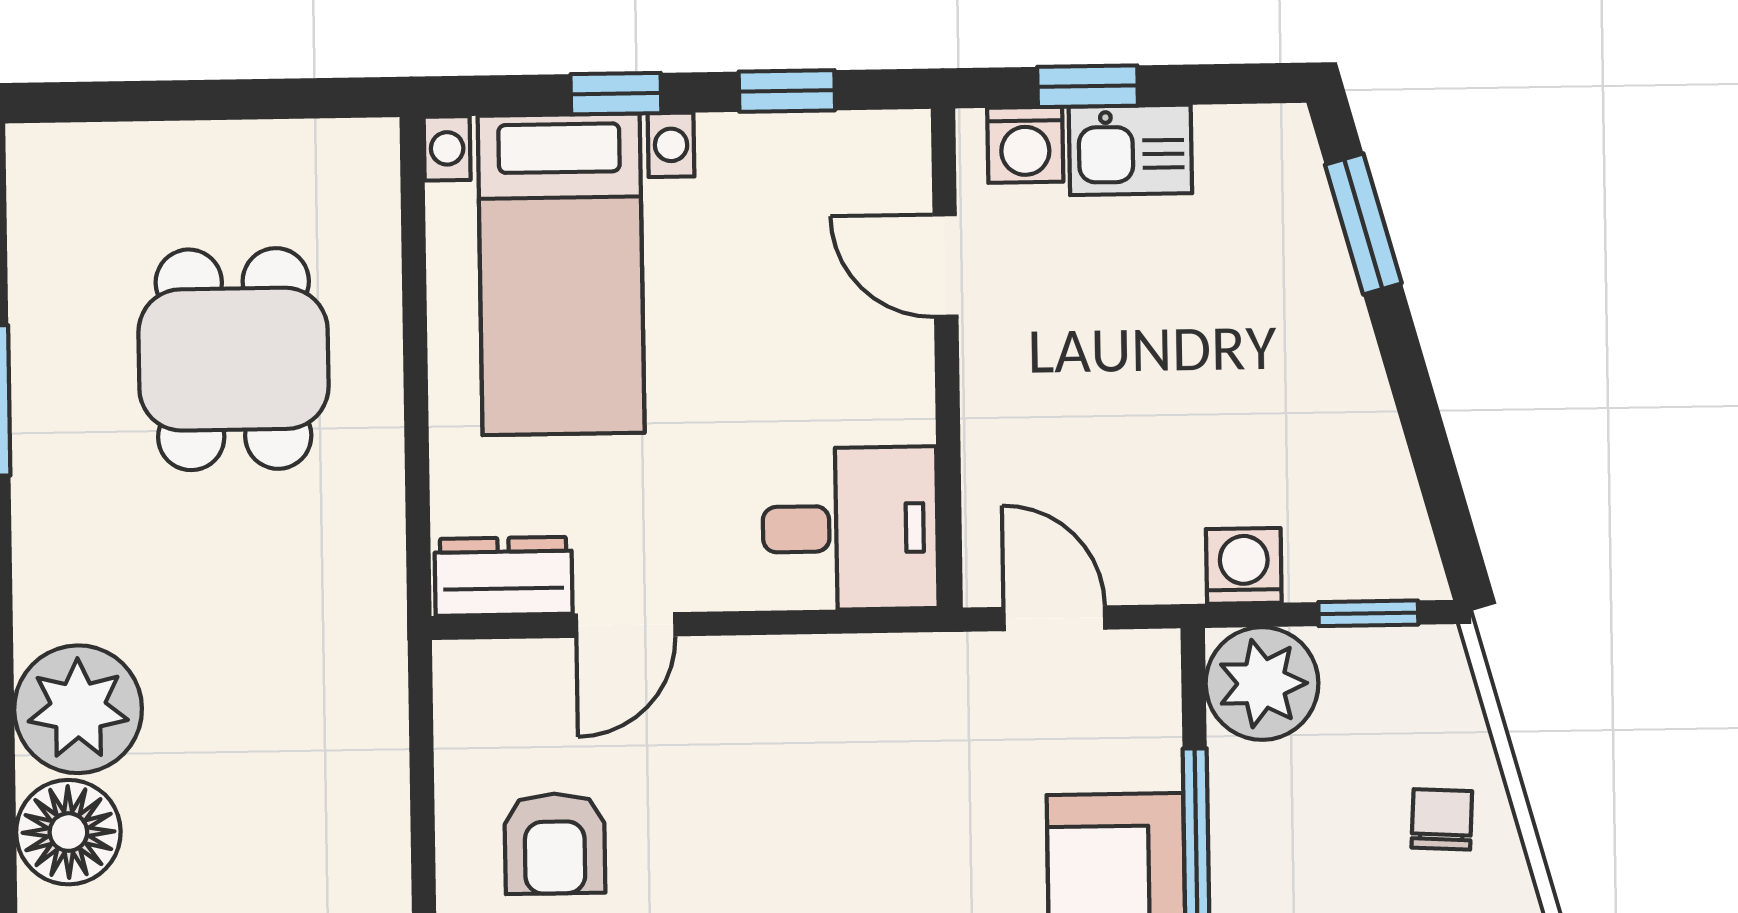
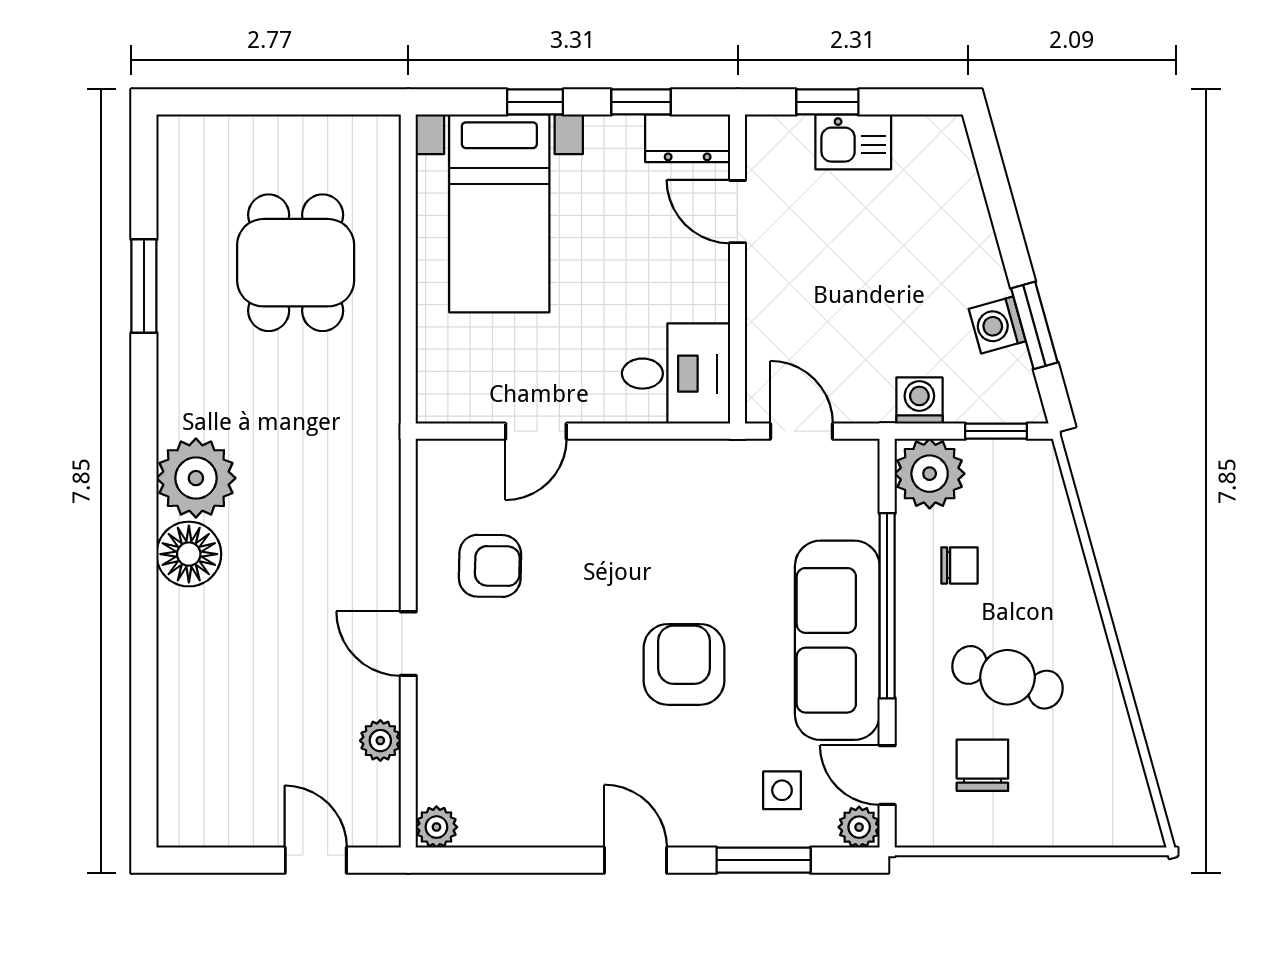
washing machine: (1025, 145) -> (997, 325), moved, turned 74
window: (1363, 224) -> (1034, 325), moved
dresser: (504, 576) -> (688, 138), moved, turned 180
chair: (1442, 819) -> (959, 565), moved, turned 87
armchair: (555, 844) -> (490, 566), turned -89

